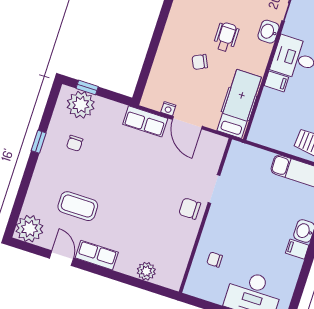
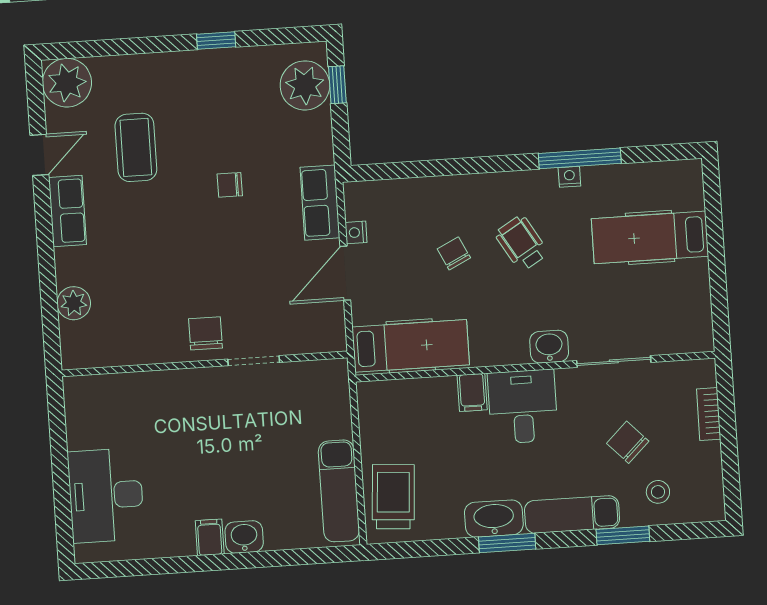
wheelchair: (226, 37) -> (522, 243), moved, turned -121
chair: (75, 143) -> (230, 185), moved
chair: (215, 260) -> (138, 408), removed

